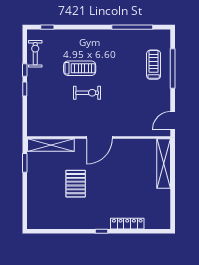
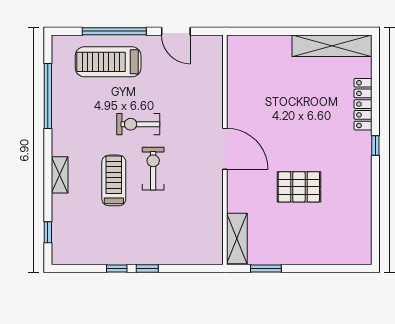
shelving: (83, 34) -> (60, 175), added
exercise bike: (35, 54) -> (138, 124), moved
treadmill: (154, 65) -> (108, 62), width x1.37, depth x1.38
door: (173, 121) -> (176, 31), moved
shelving: (51, 145) -> (237, 238), width x0.68
shelving: (164, 163) -> (332, 46), moved

